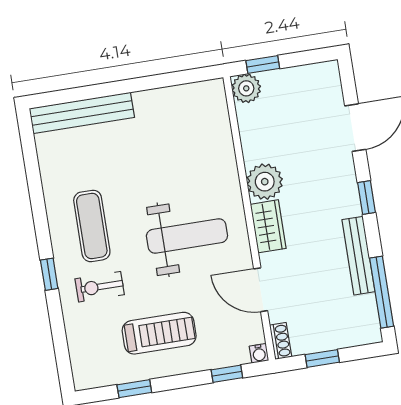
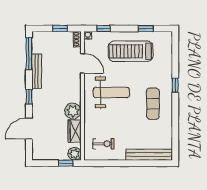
wardrobe: (268, 226) -> (75, 131), moved
weight bench: (187, 236) -> (111, 92), turned 180
exercise bike: (100, 287) -> (103, 144), moved
treadmill: (159, 333) -> (131, 51), width x1.37, depth x1.38

